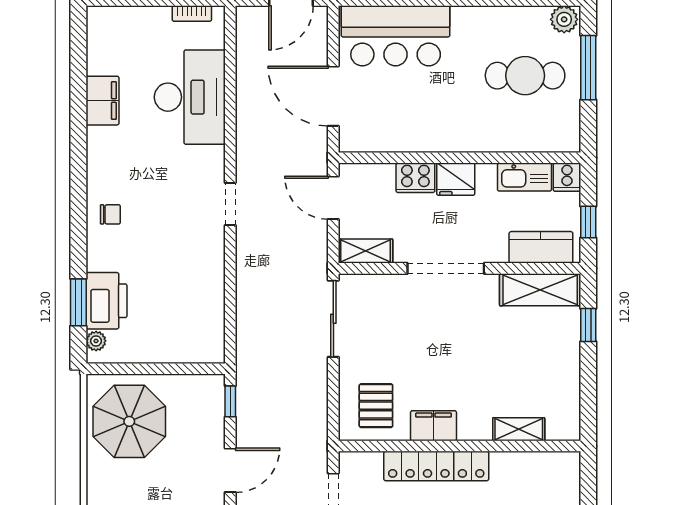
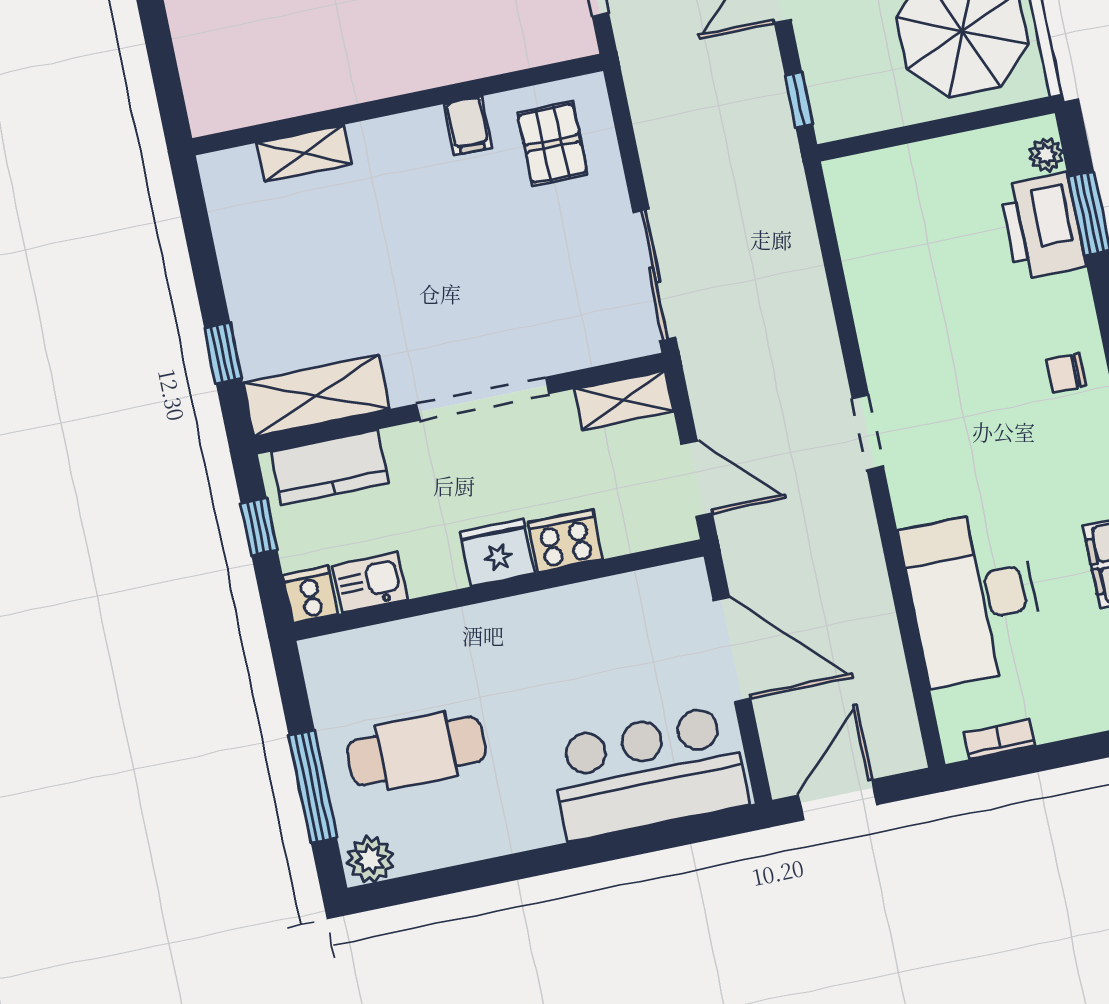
kitchen sink: (524, 177) -> (370, 583), width x0.73
filing cabinet: (433, 426) -> (468, 126), width x0.50
locker: (436, 466) -> (430, 63), removed

